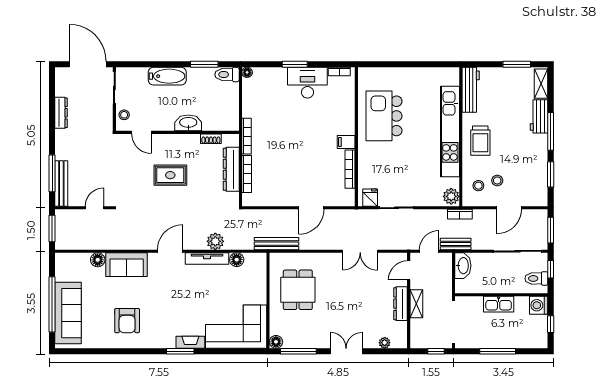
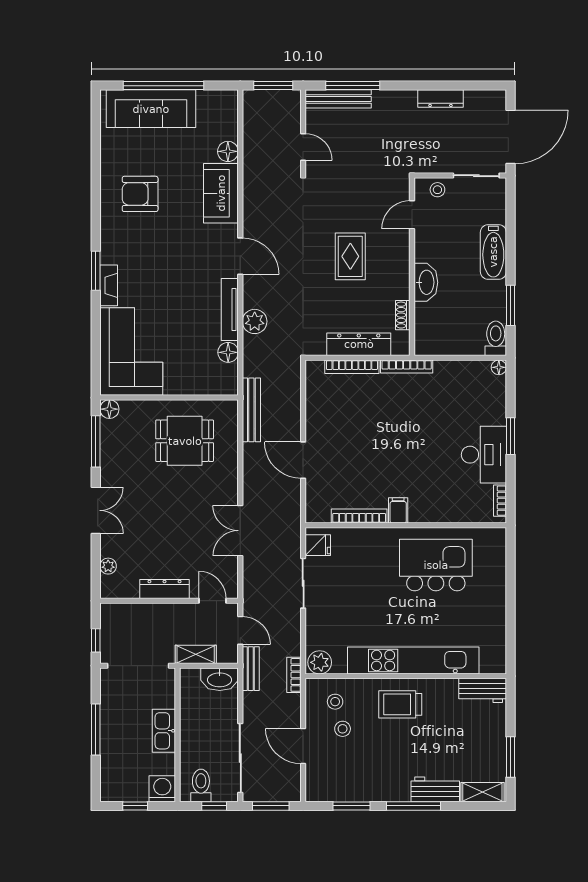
workbench: (471, 90) -> (483, 690), width x0.73
shelving: (416, 304) -> (196, 654), moved

